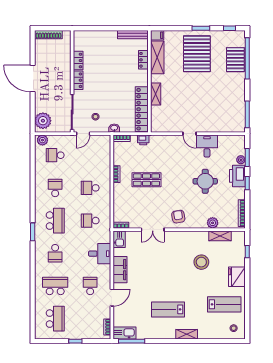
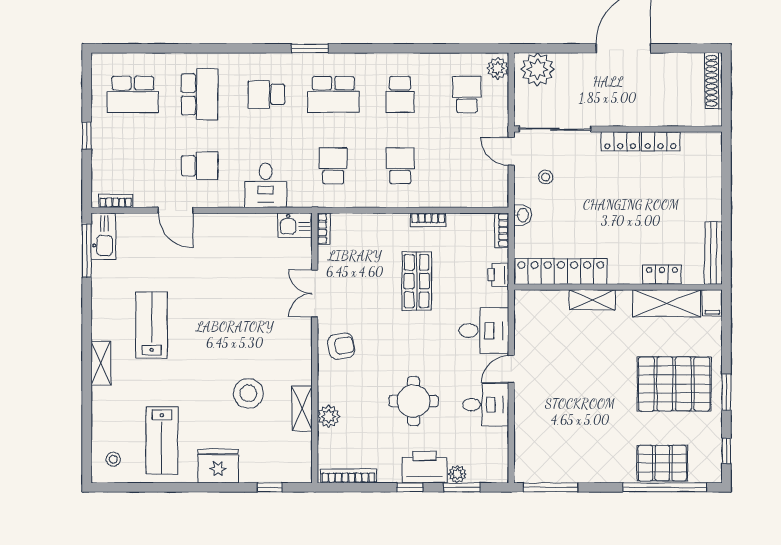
desk: (171, 147) -> (484, 331), added
school desk: (55, 188) -> (400, 94), turned 90
shelving: (220, 236) -> (302, 408), moved
filing cabinet: (120, 270) -> (233, 227), removed

